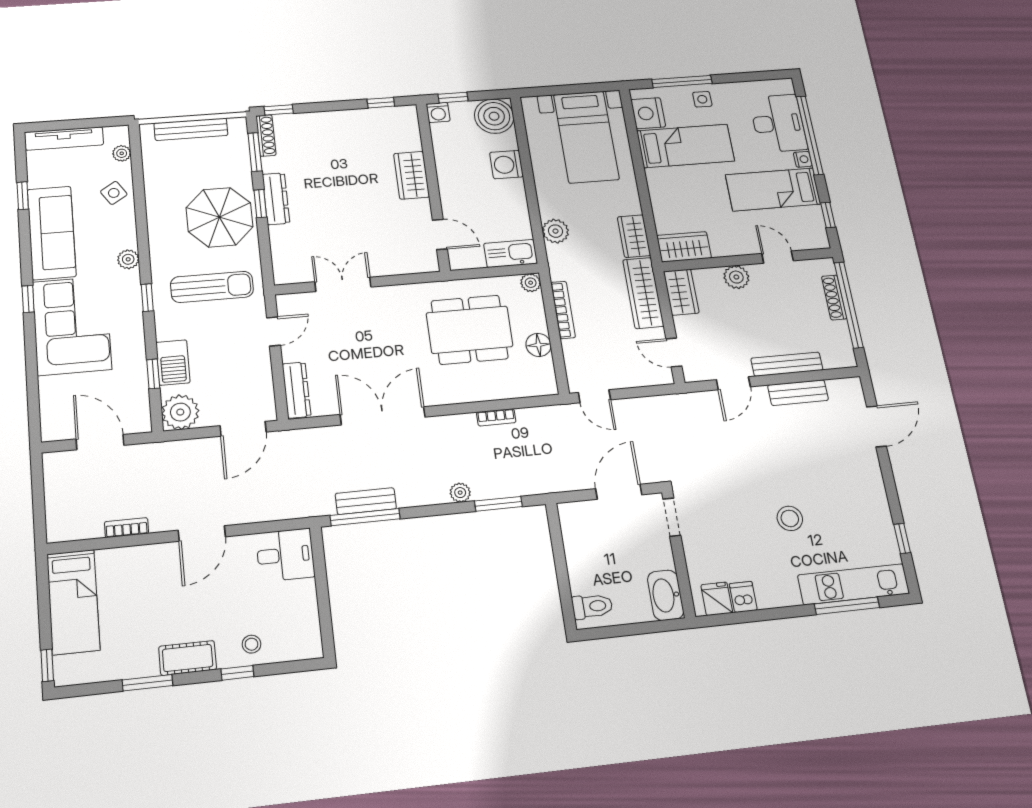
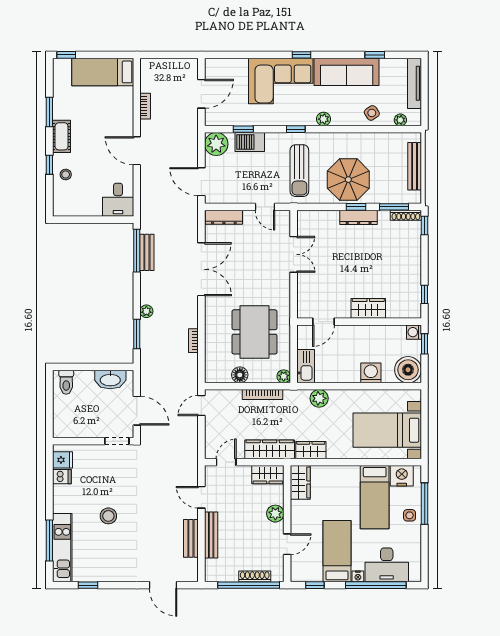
washbasin: (666, 595) -> (110, 380), moved, turned 180

